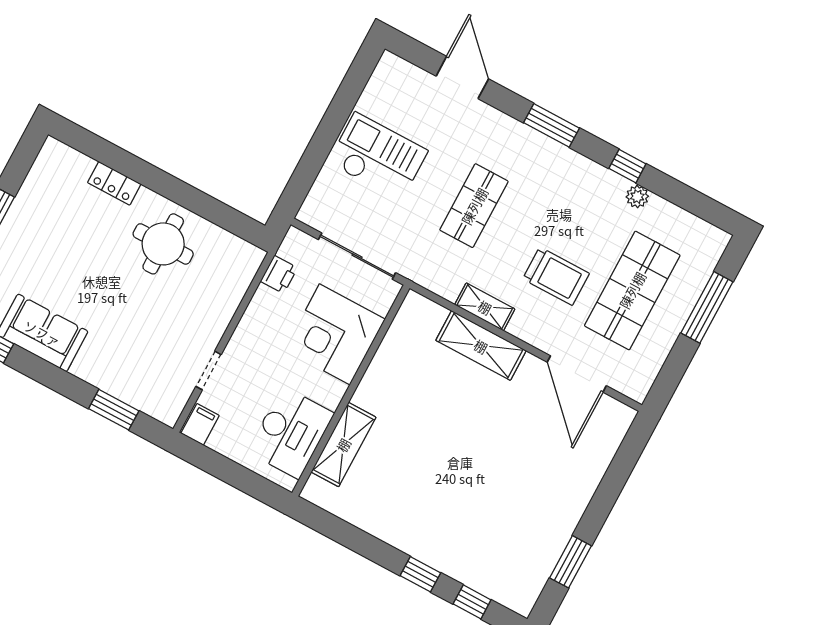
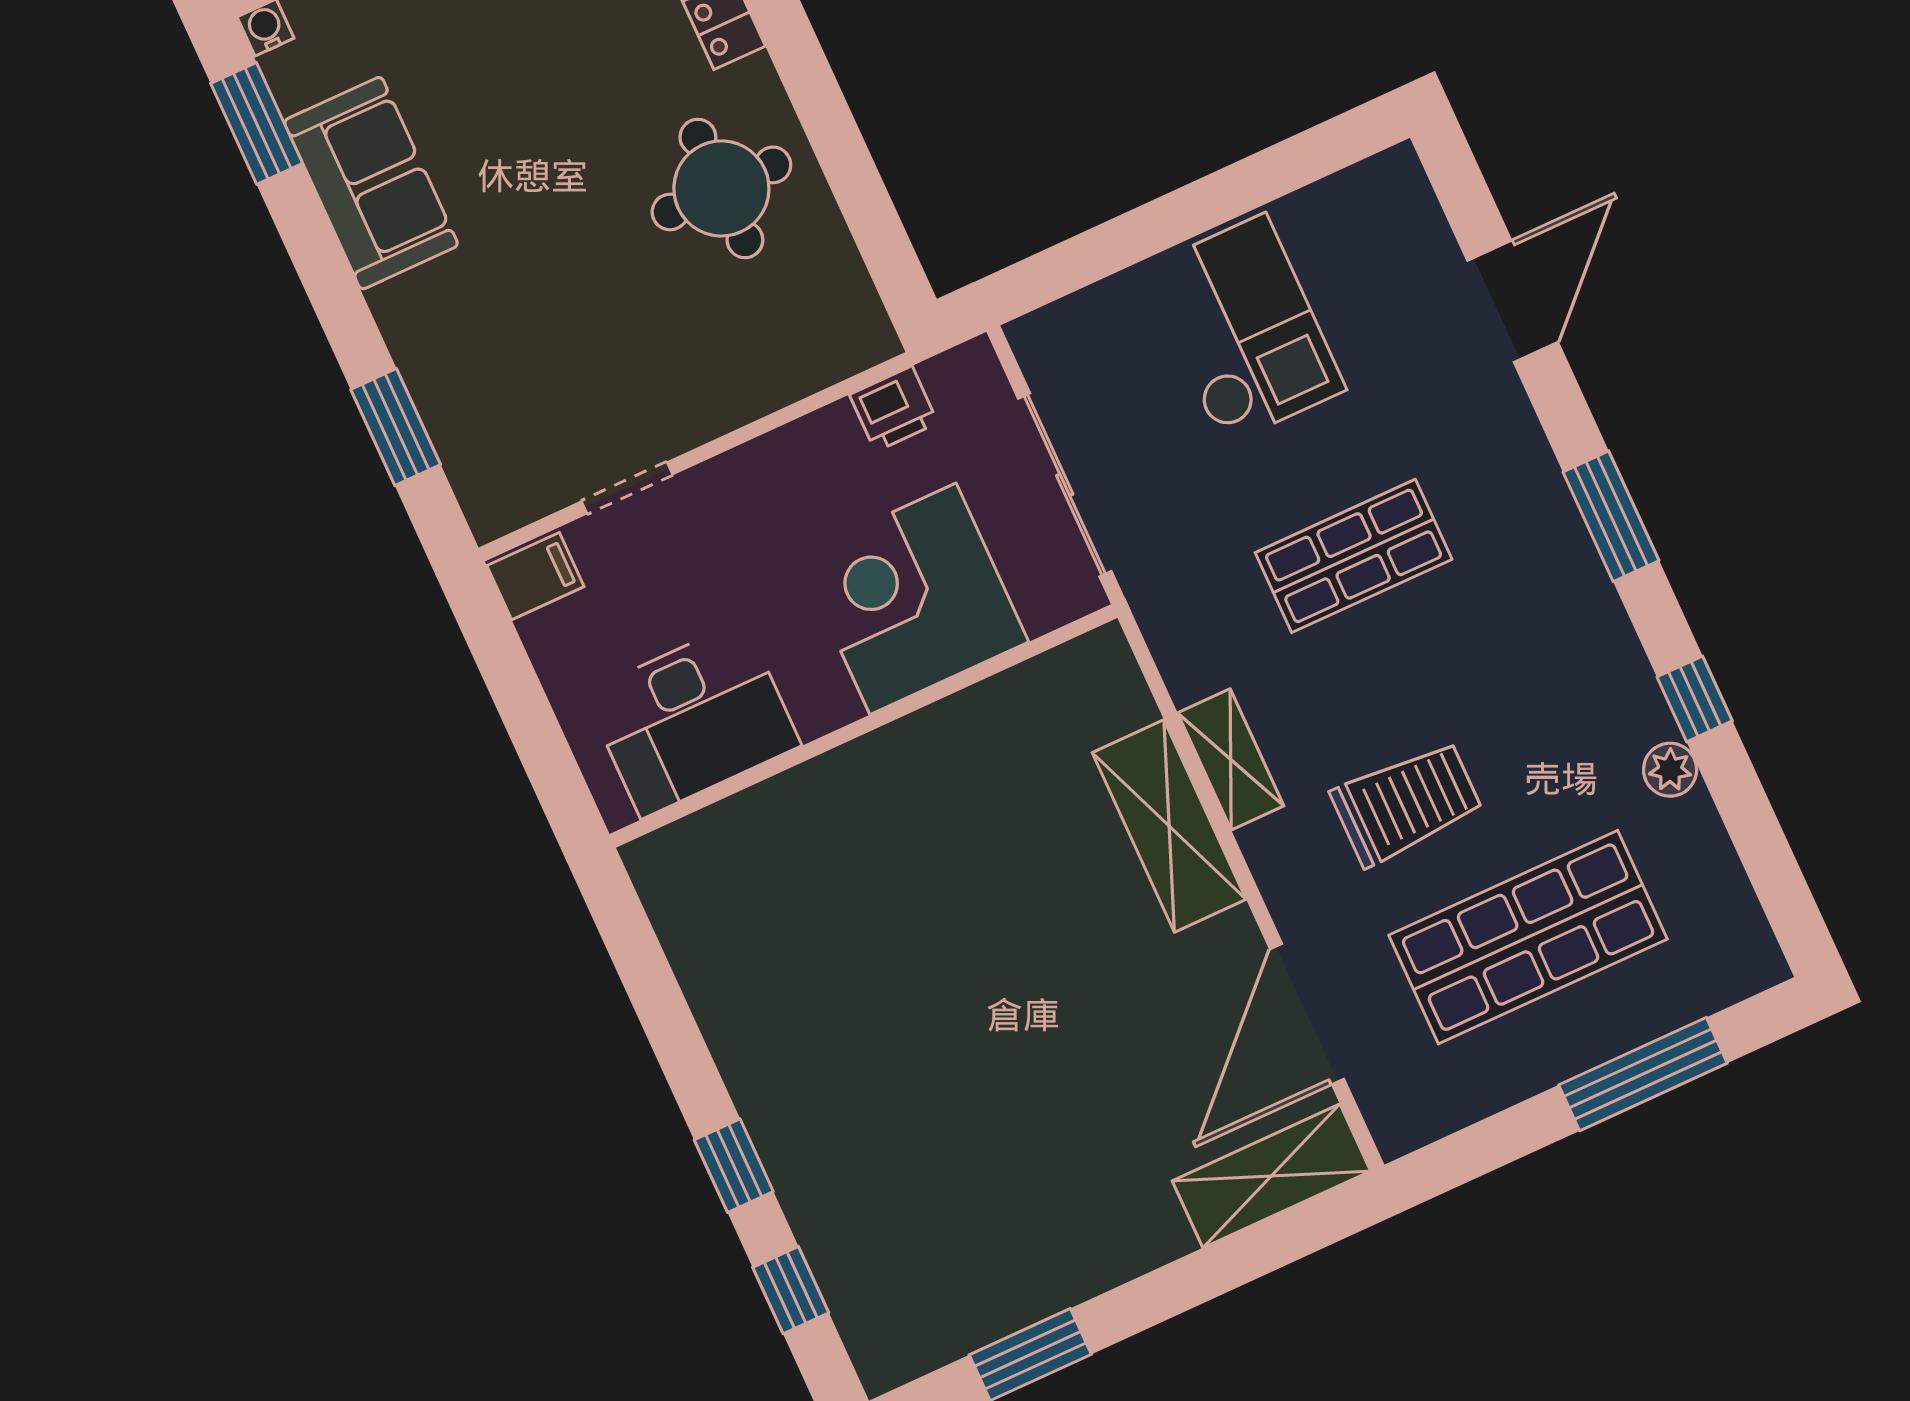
trolley: (556, 276) -> (1407, 803), turned -90
shelving: (343, 445) -> (1271, 1176), moved

